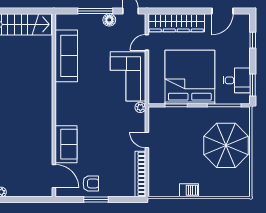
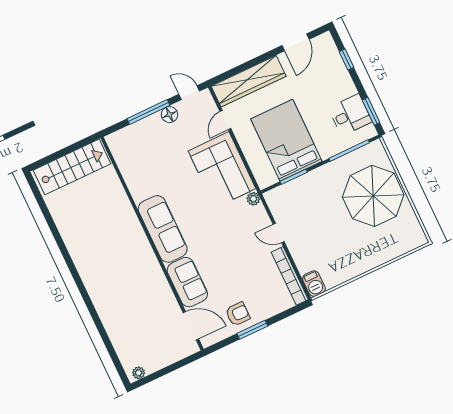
sofa: (66, 56) -> (163, 229), moved
bed: (190, 77) -> (286, 140), width x0.73
barbecue: (189, 190) -> (314, 284), moved, turned 90

